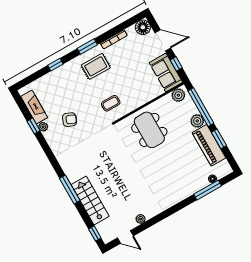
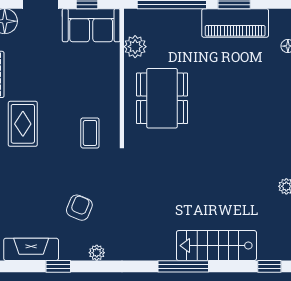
plant: (178, 95) -> (135, 47), moved
plant: (197, 121) -> (189, 20), removed
plant: (43, 127) -> (97, 253), moved
dining table: (149, 130) -> (162, 98), turned 90

